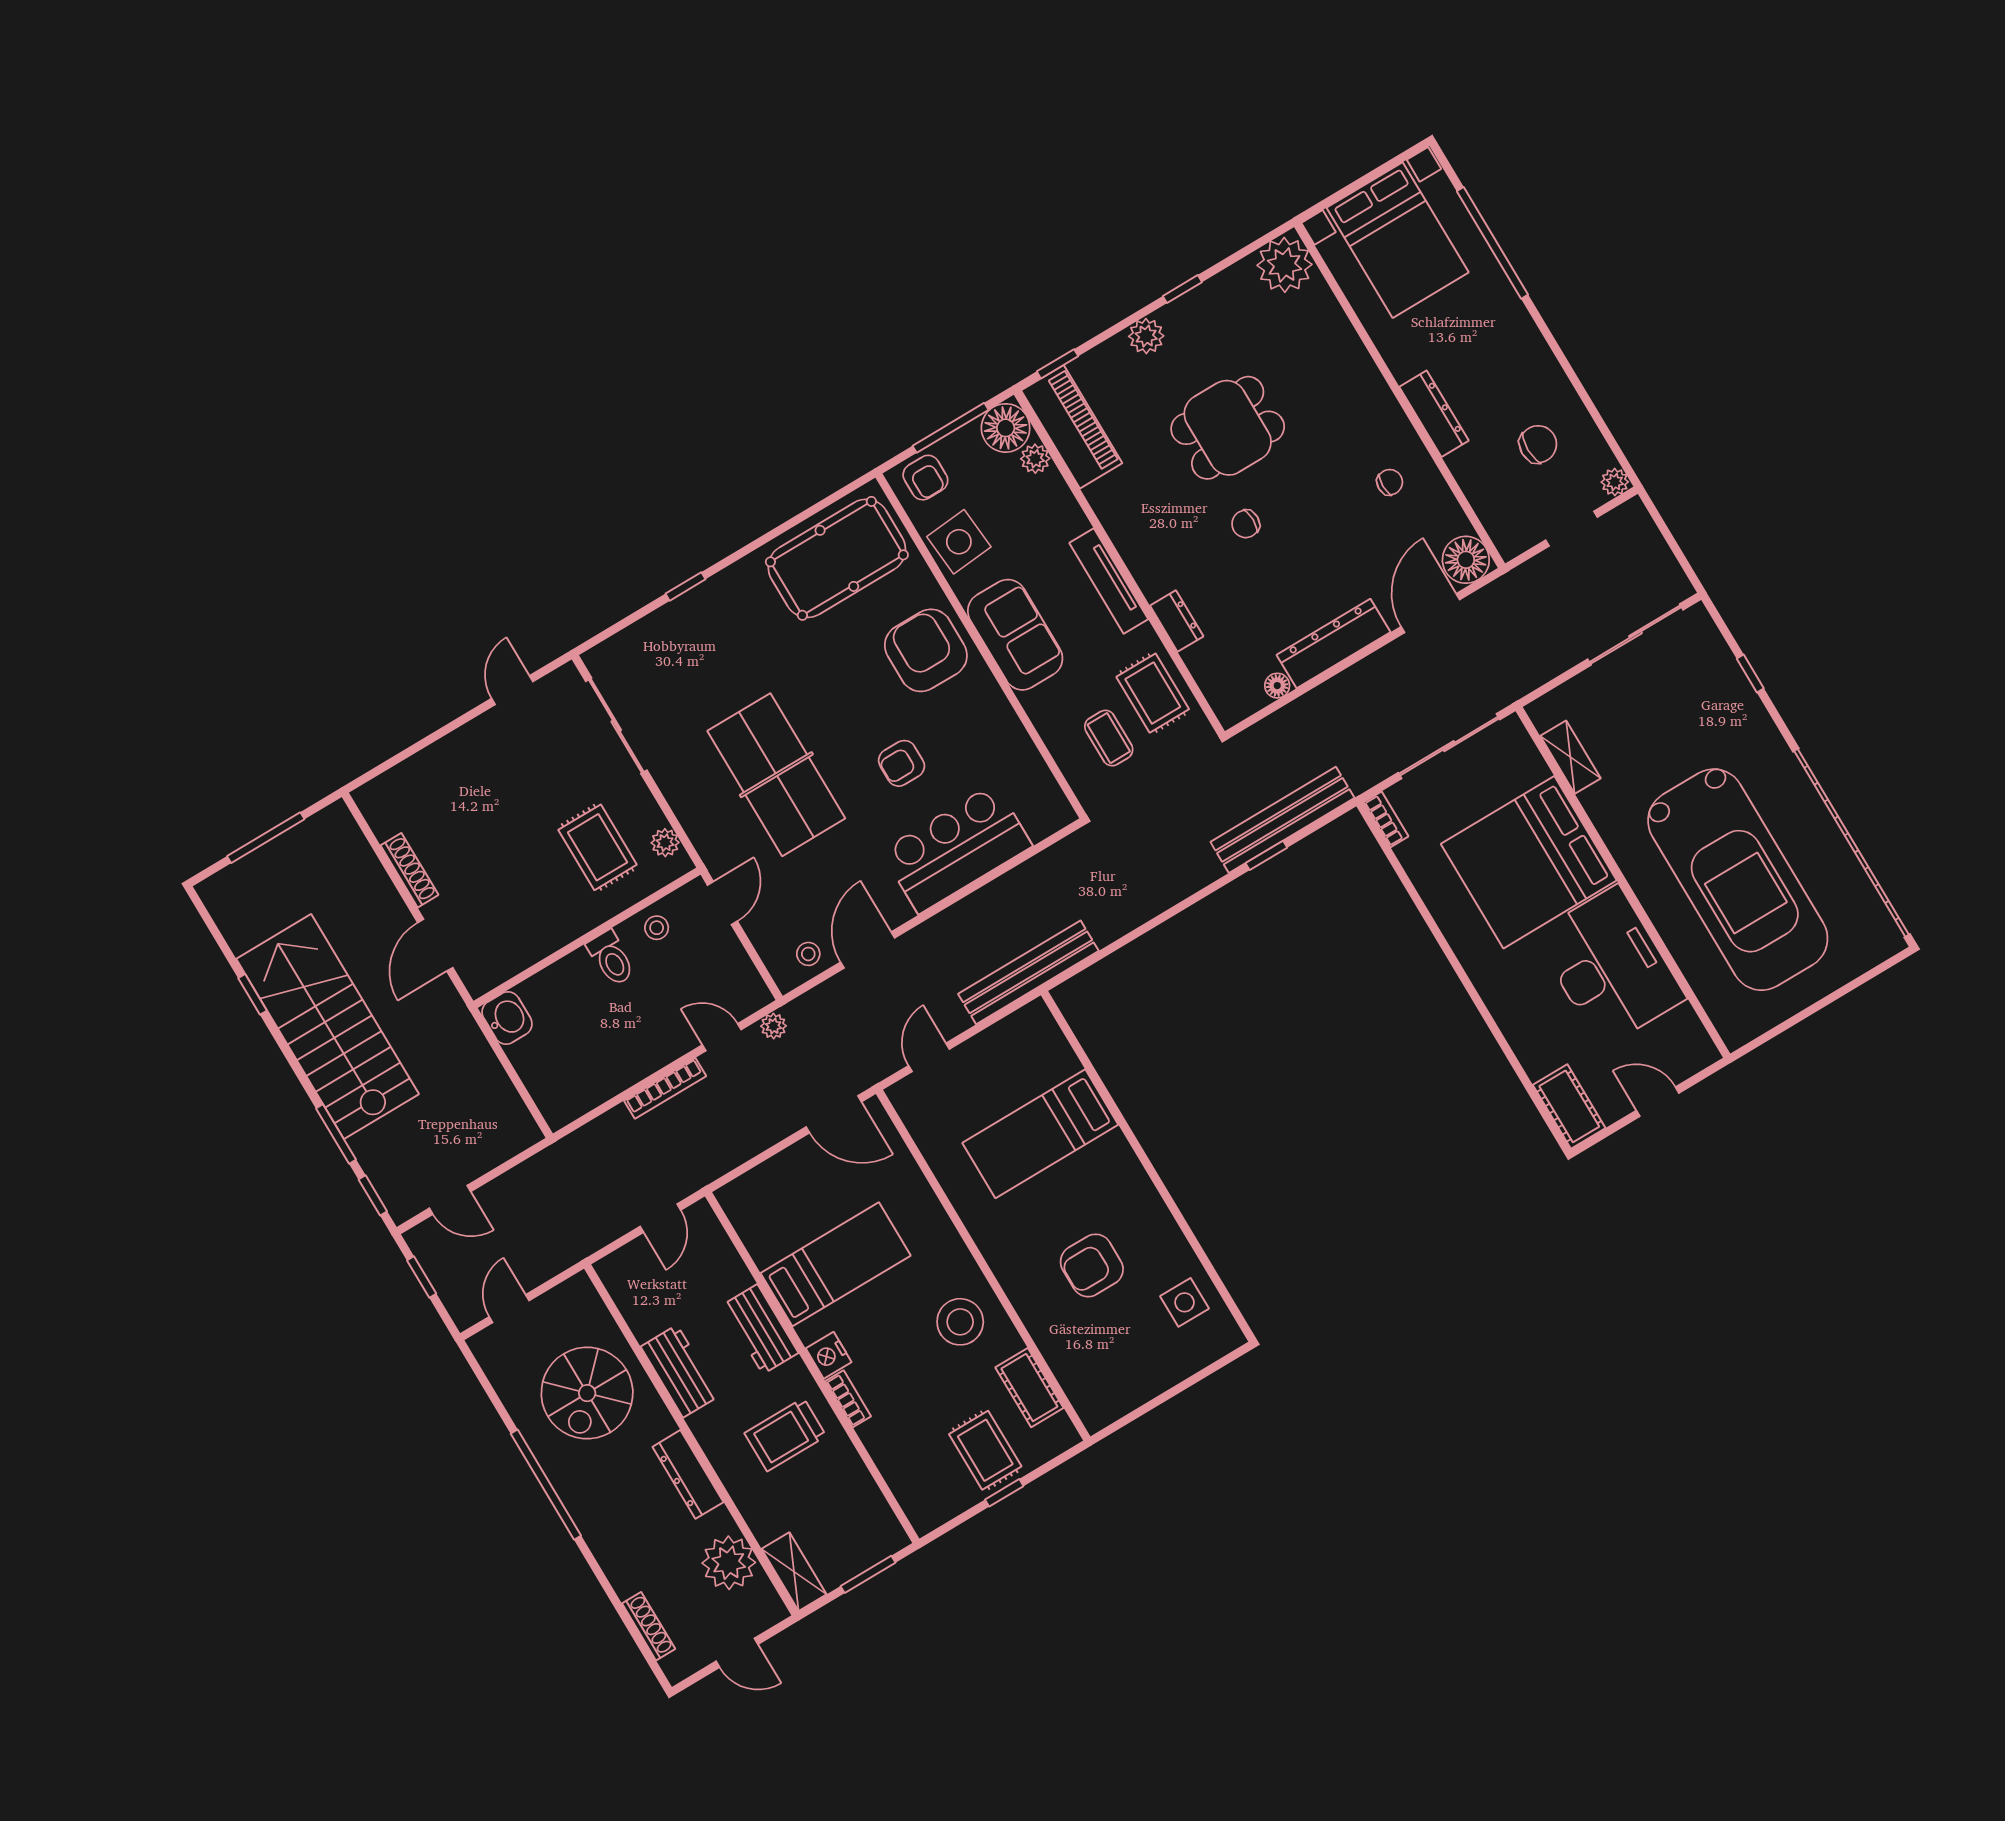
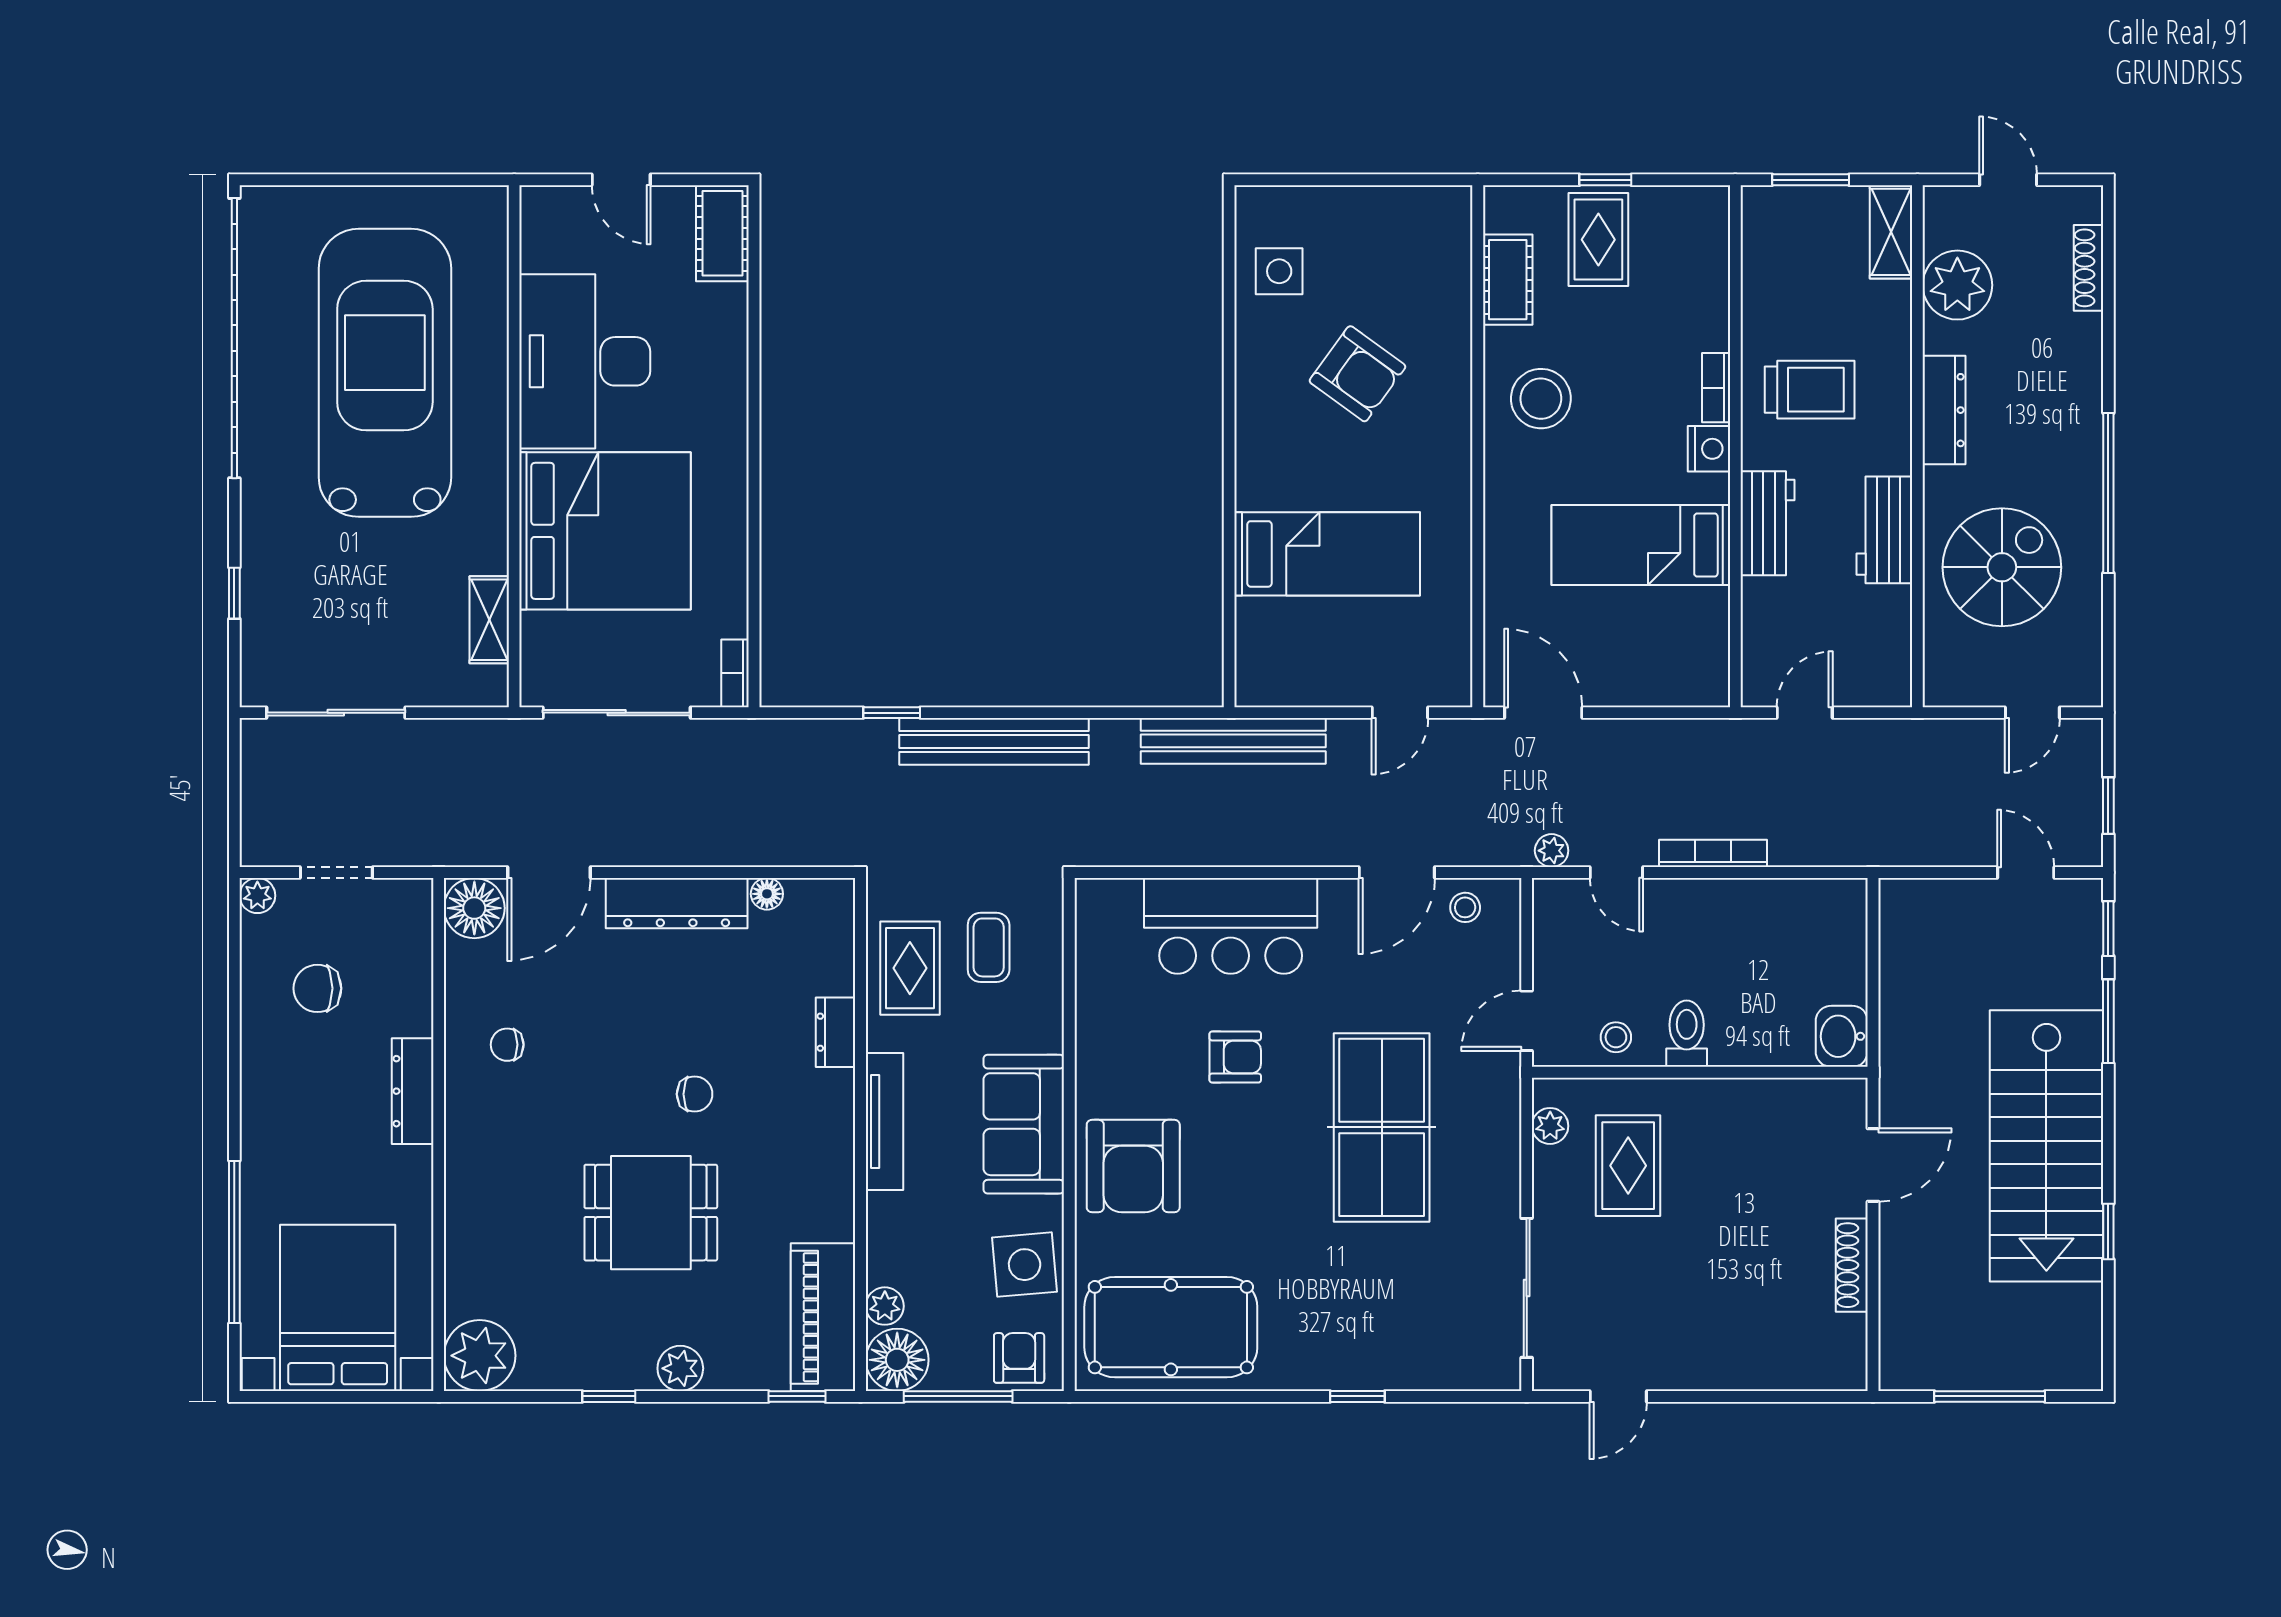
bench: (1282, 820) -> (994, 741), moved
armchair: (1092, 1265) -> (1357, 374), turned 36

